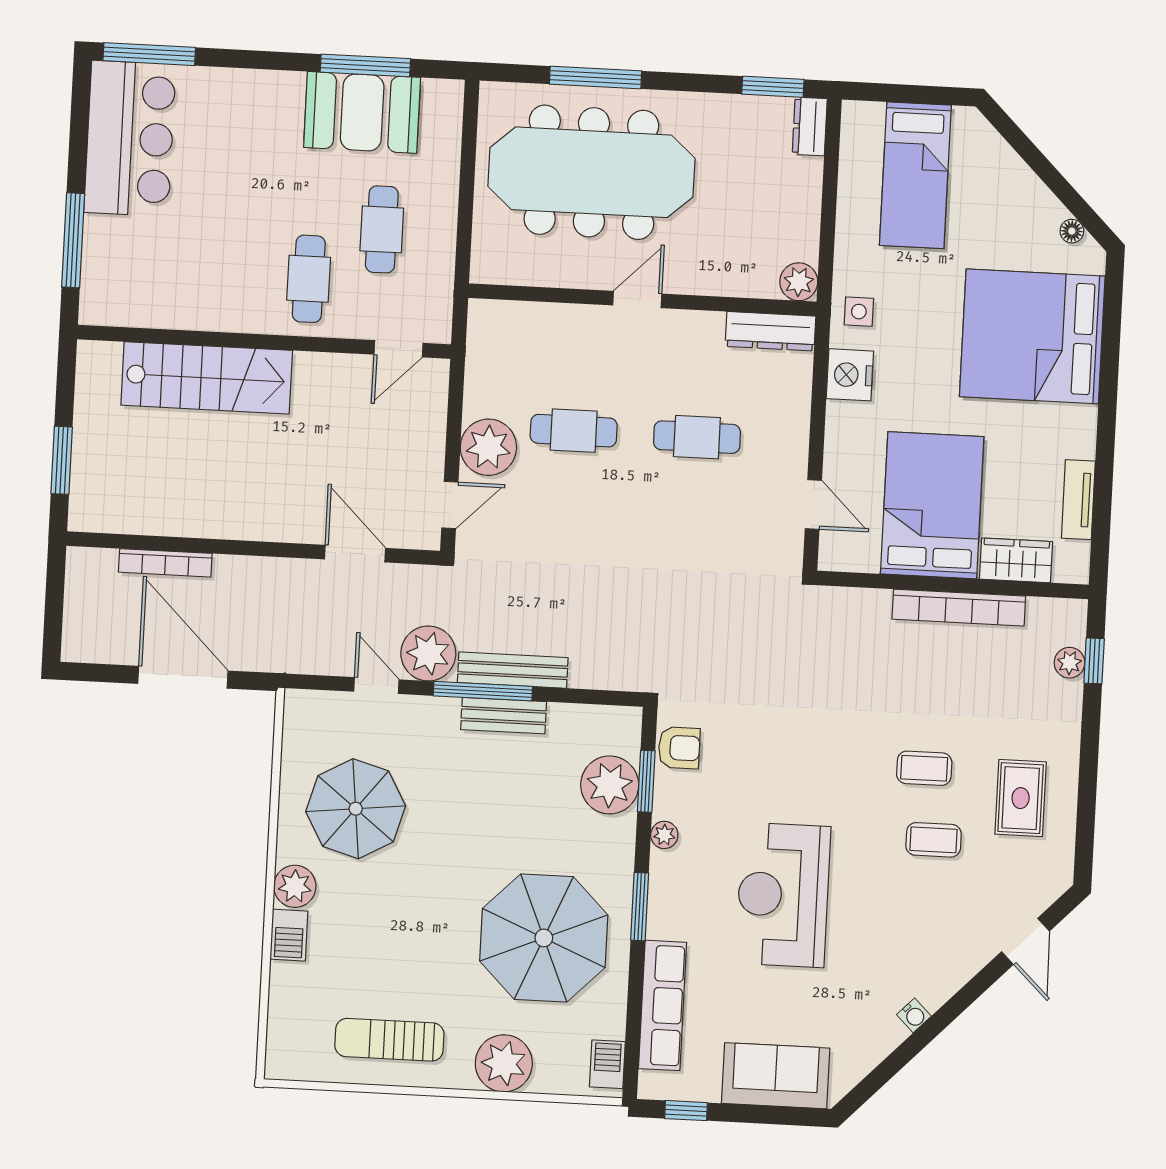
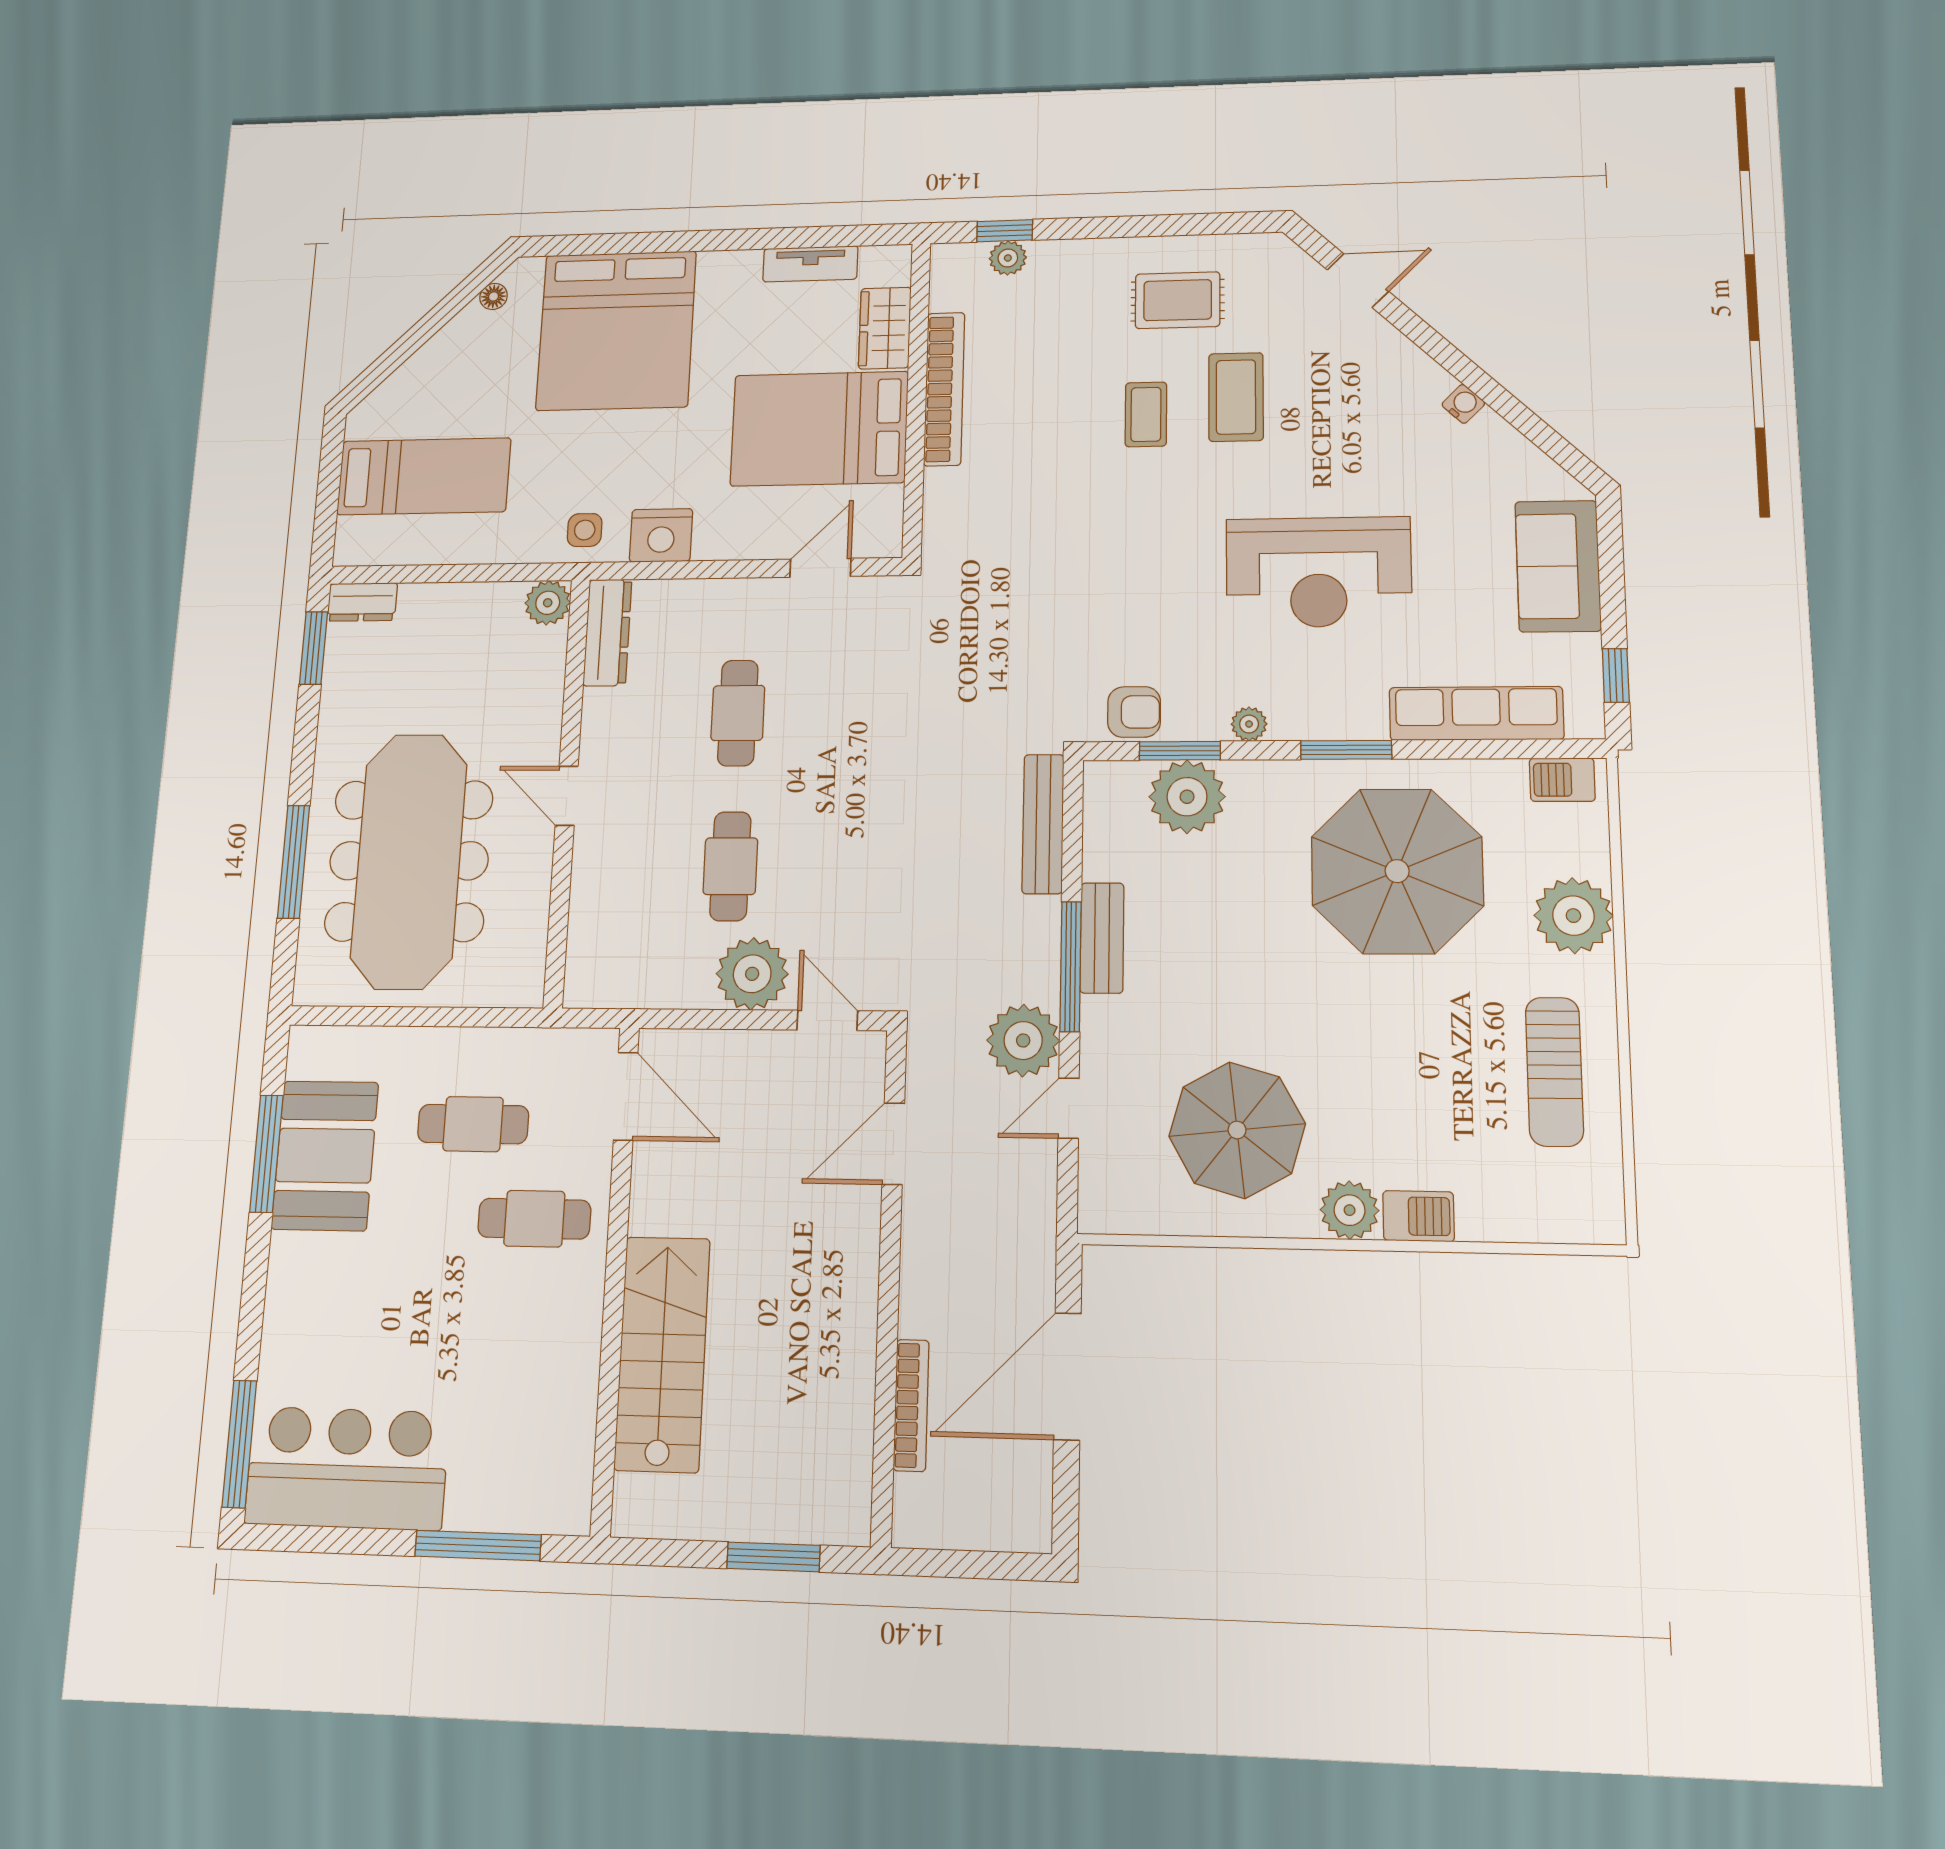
door: (398, 349) -> (626, 1096), width x1.38
bench: (513, 670) -> (1043, 824), moved
armchair: (679, 748) -> (1134, 712), turned 90
coffee table: (934, 840) -> (1236, 397), width x1.36, depth x1.30

